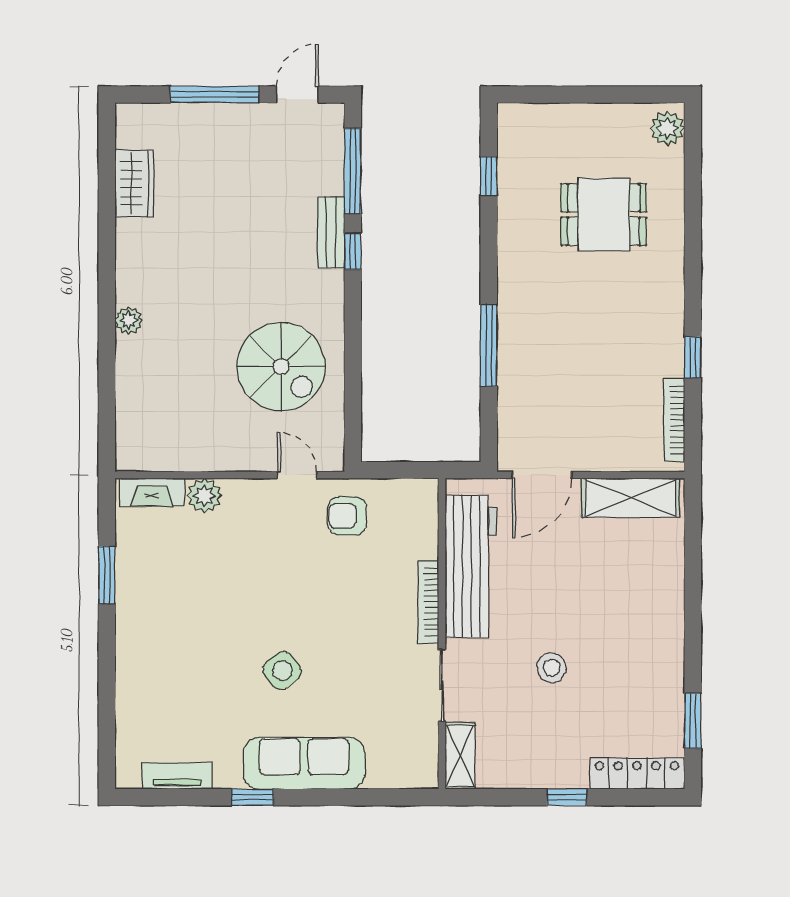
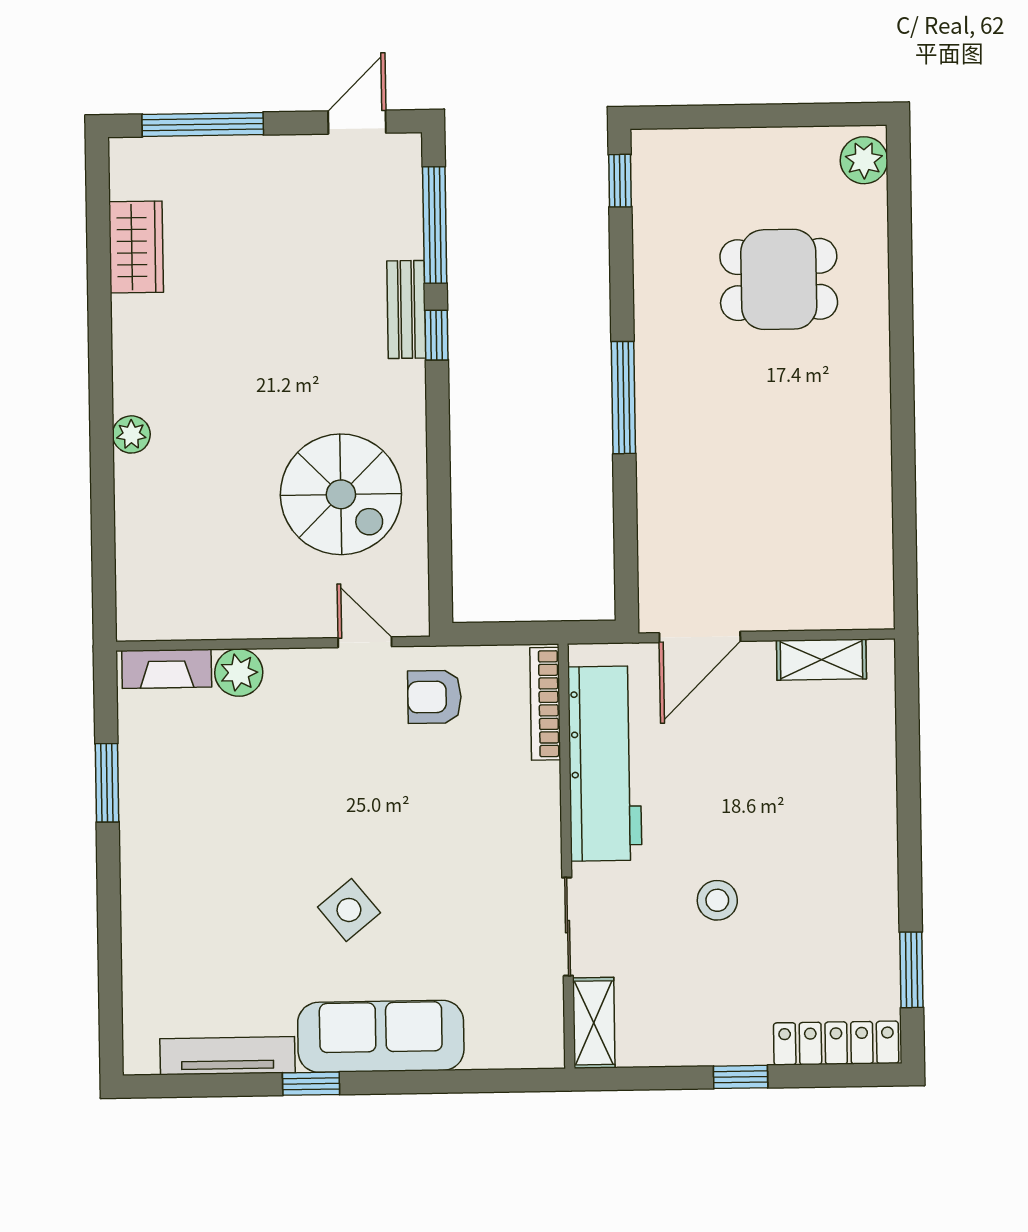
window: (215, 95) -> (203, 124), moved
window: (489, 176) -> (620, 181), moved
window: (489, 345) -> (623, 398), moved
window: (693, 358) -> (904, 473), removed
bookcase: (674, 420) -> (879, 559), removed
shelving: (631, 498) -> (821, 660), width x0.67, depth x0.75
bookcase: (428, 602) -> (545, 704), moved
tv unit: (177, 776) -> (227, 1056), width x1.41

